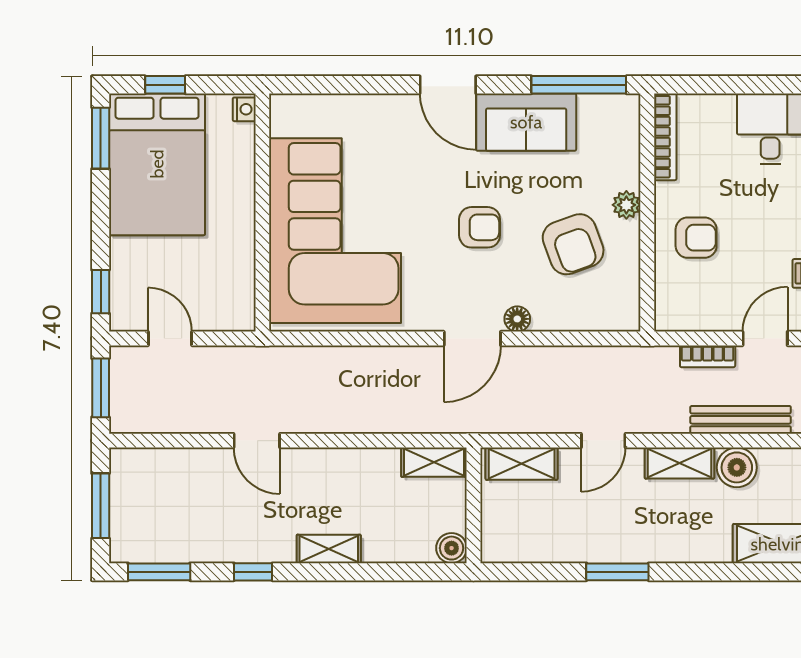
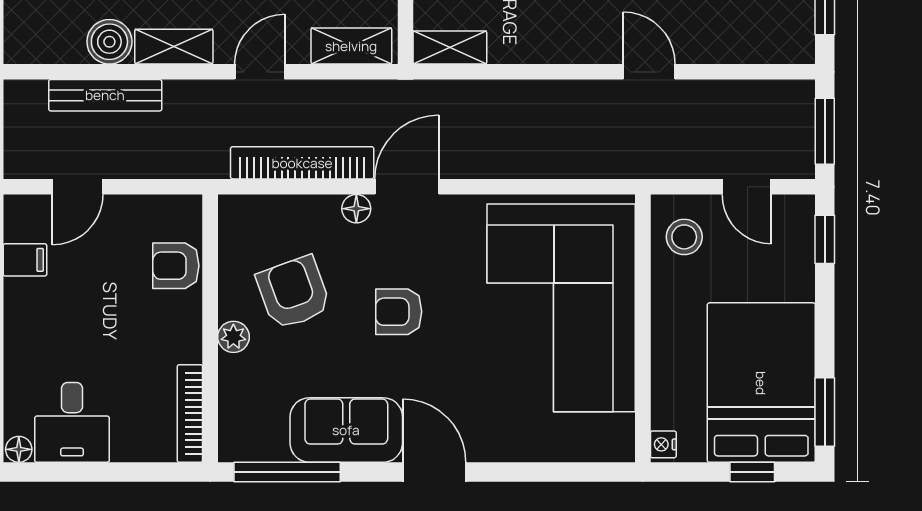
armchair: (696, 238) -> (176, 266), moved
stool: (226, 294) -> (684, 237), added
bookcase: (708, 356) -> (302, 163), moved, width x2.31, depth x1.31

